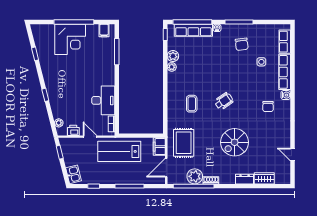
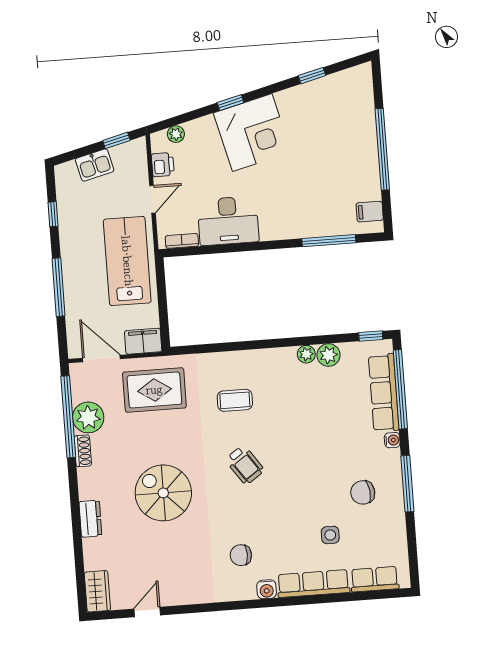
corner desk: (70, 39) -> (252, 133), moved, turned -104
kitchen sink: (74, 174) -> (95, 165), moved
wardrobe: (264, 178) -> (97, 591), moved

